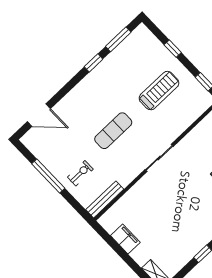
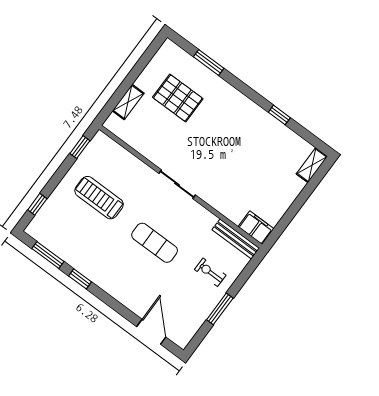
window: (173, 49) -> (37, 204), moved
window: (48, 176) -> (220, 309), width x0.69
filing cabinet: (125, 239) -> (256, 228), moved, turned 90

